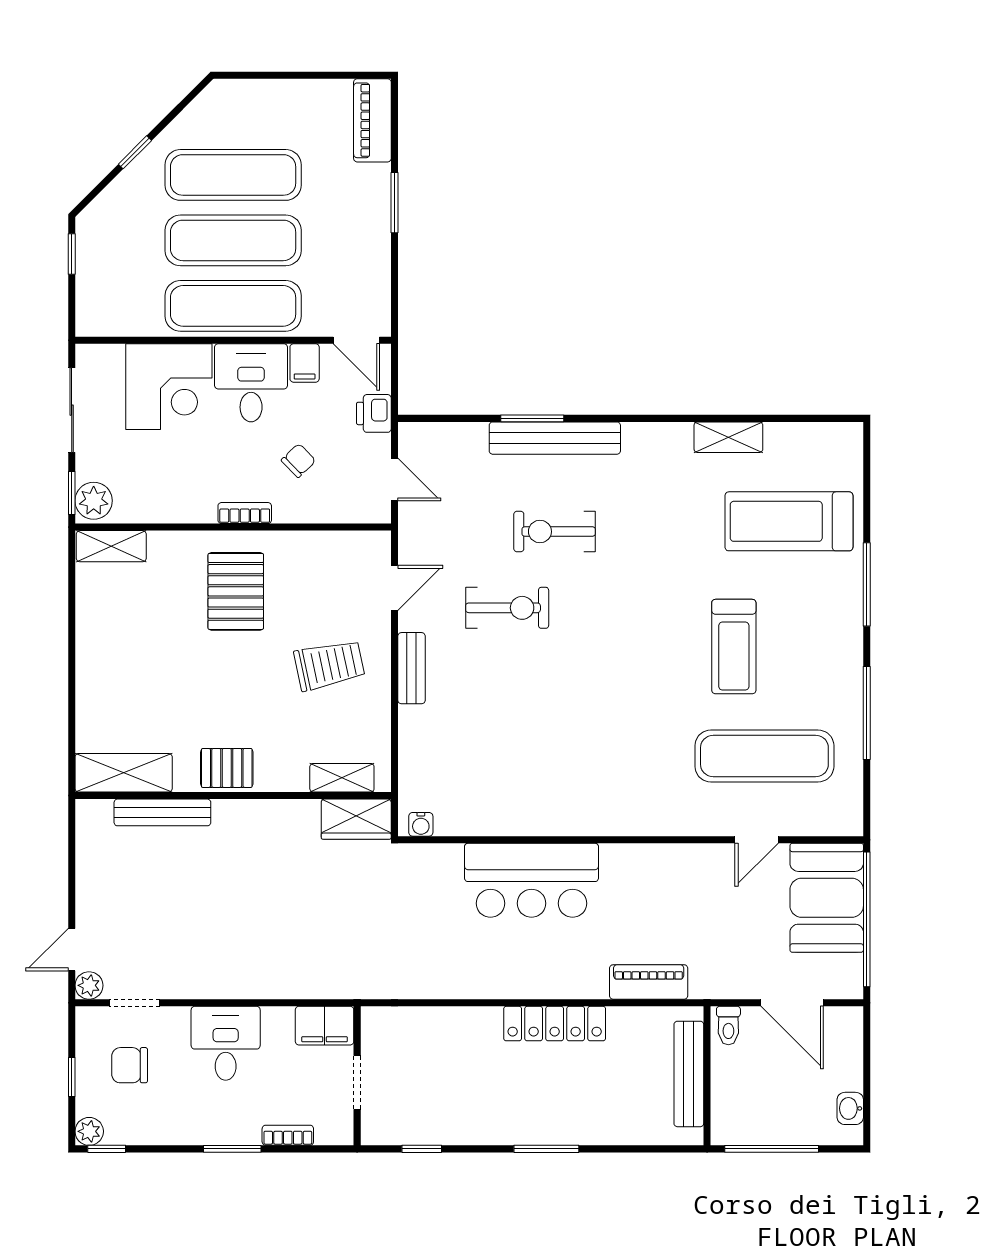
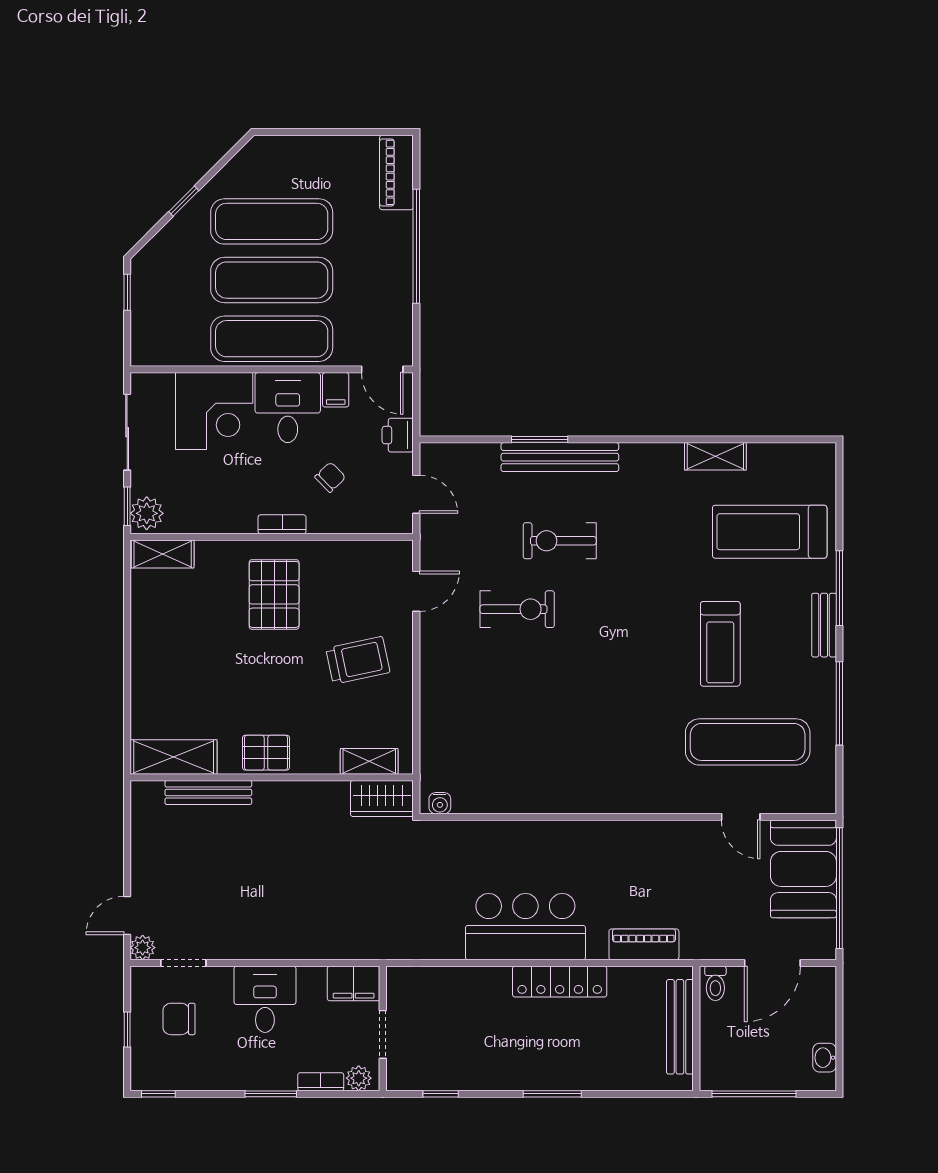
window: (394, 203) -> (416, 246), width x2.11
bench: (412, 668) -> (824, 625), moved
door: (757, 840) -> (741, 817), hinge flipped
bar counter: (531, 880) -> (525, 927), moved, turned 180
door: (792, 1003) -> (772, 963), hinge flipped
plant: (89, 1131) -> (359, 1078), moved

